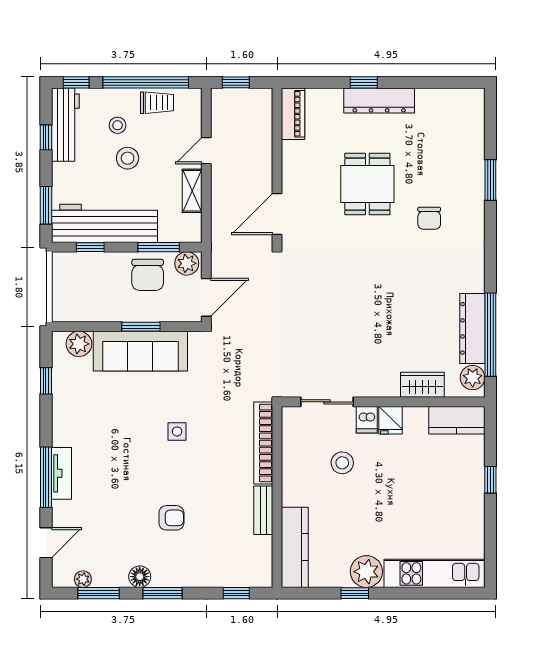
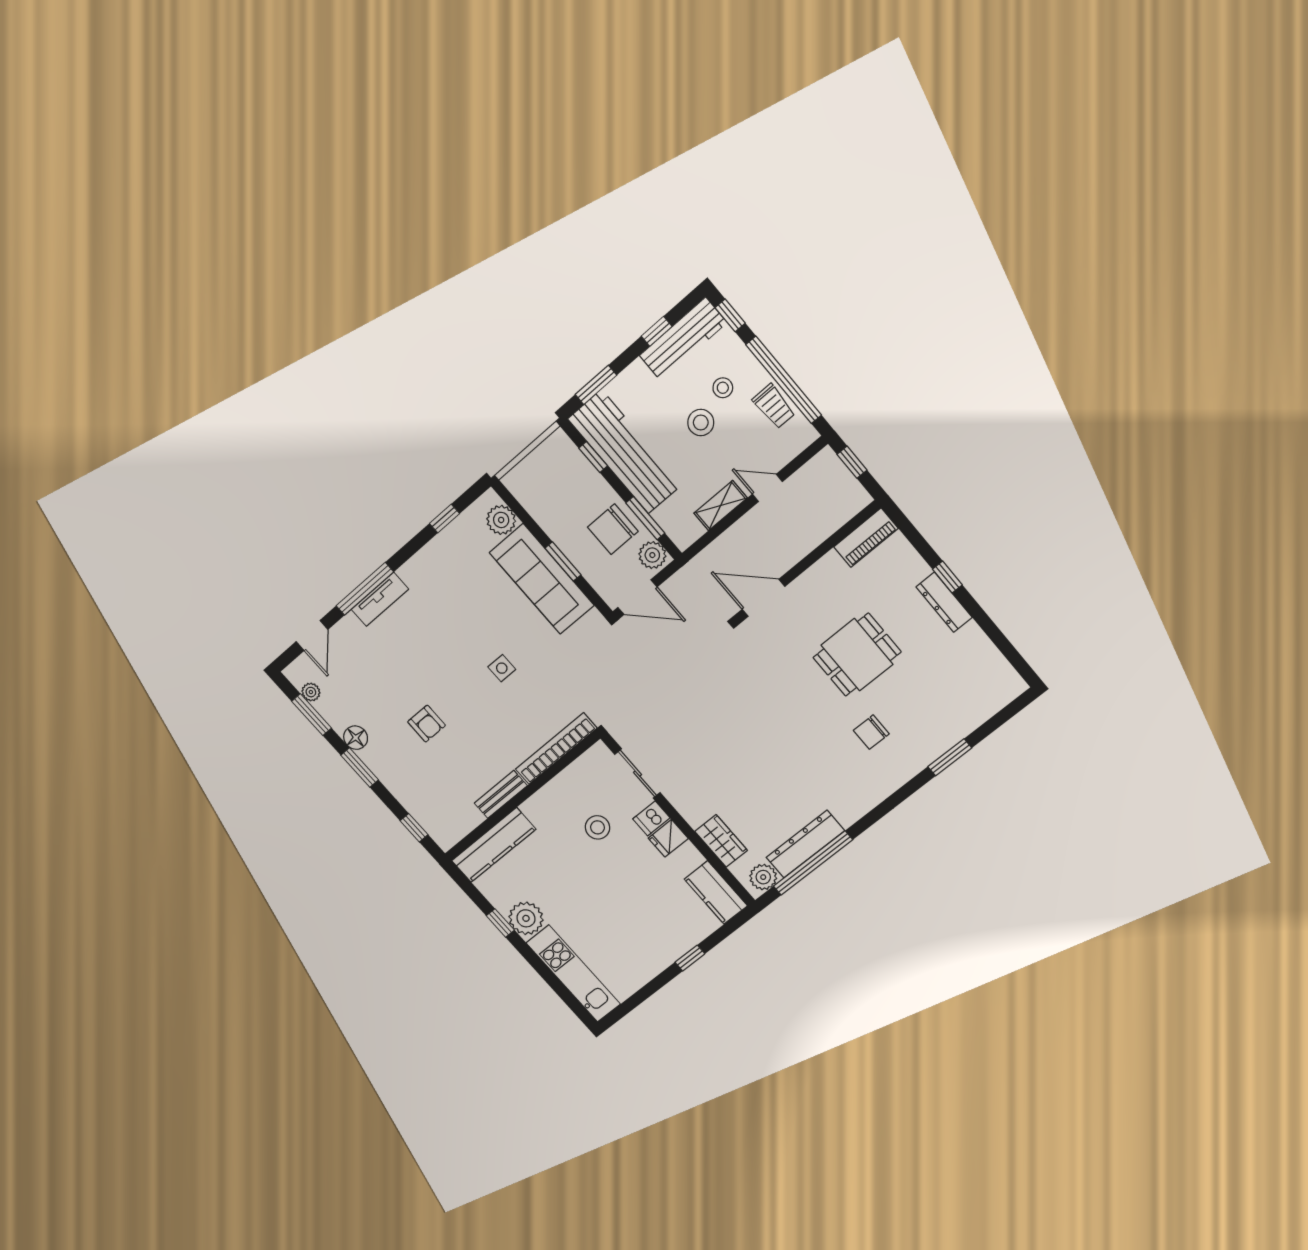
dresser: (379, 100) -> (944, 602), width x0.73, depth x0.80
door: (46, 543) -> (312, 636), hinge flipped

